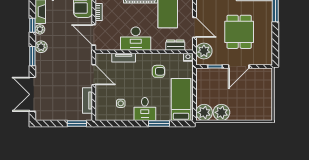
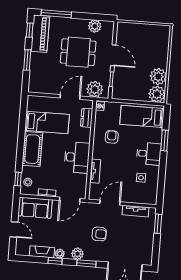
plant: (266, 46) -> (95, 26), added
armchair: (62, 67) -> (99, 234), added

